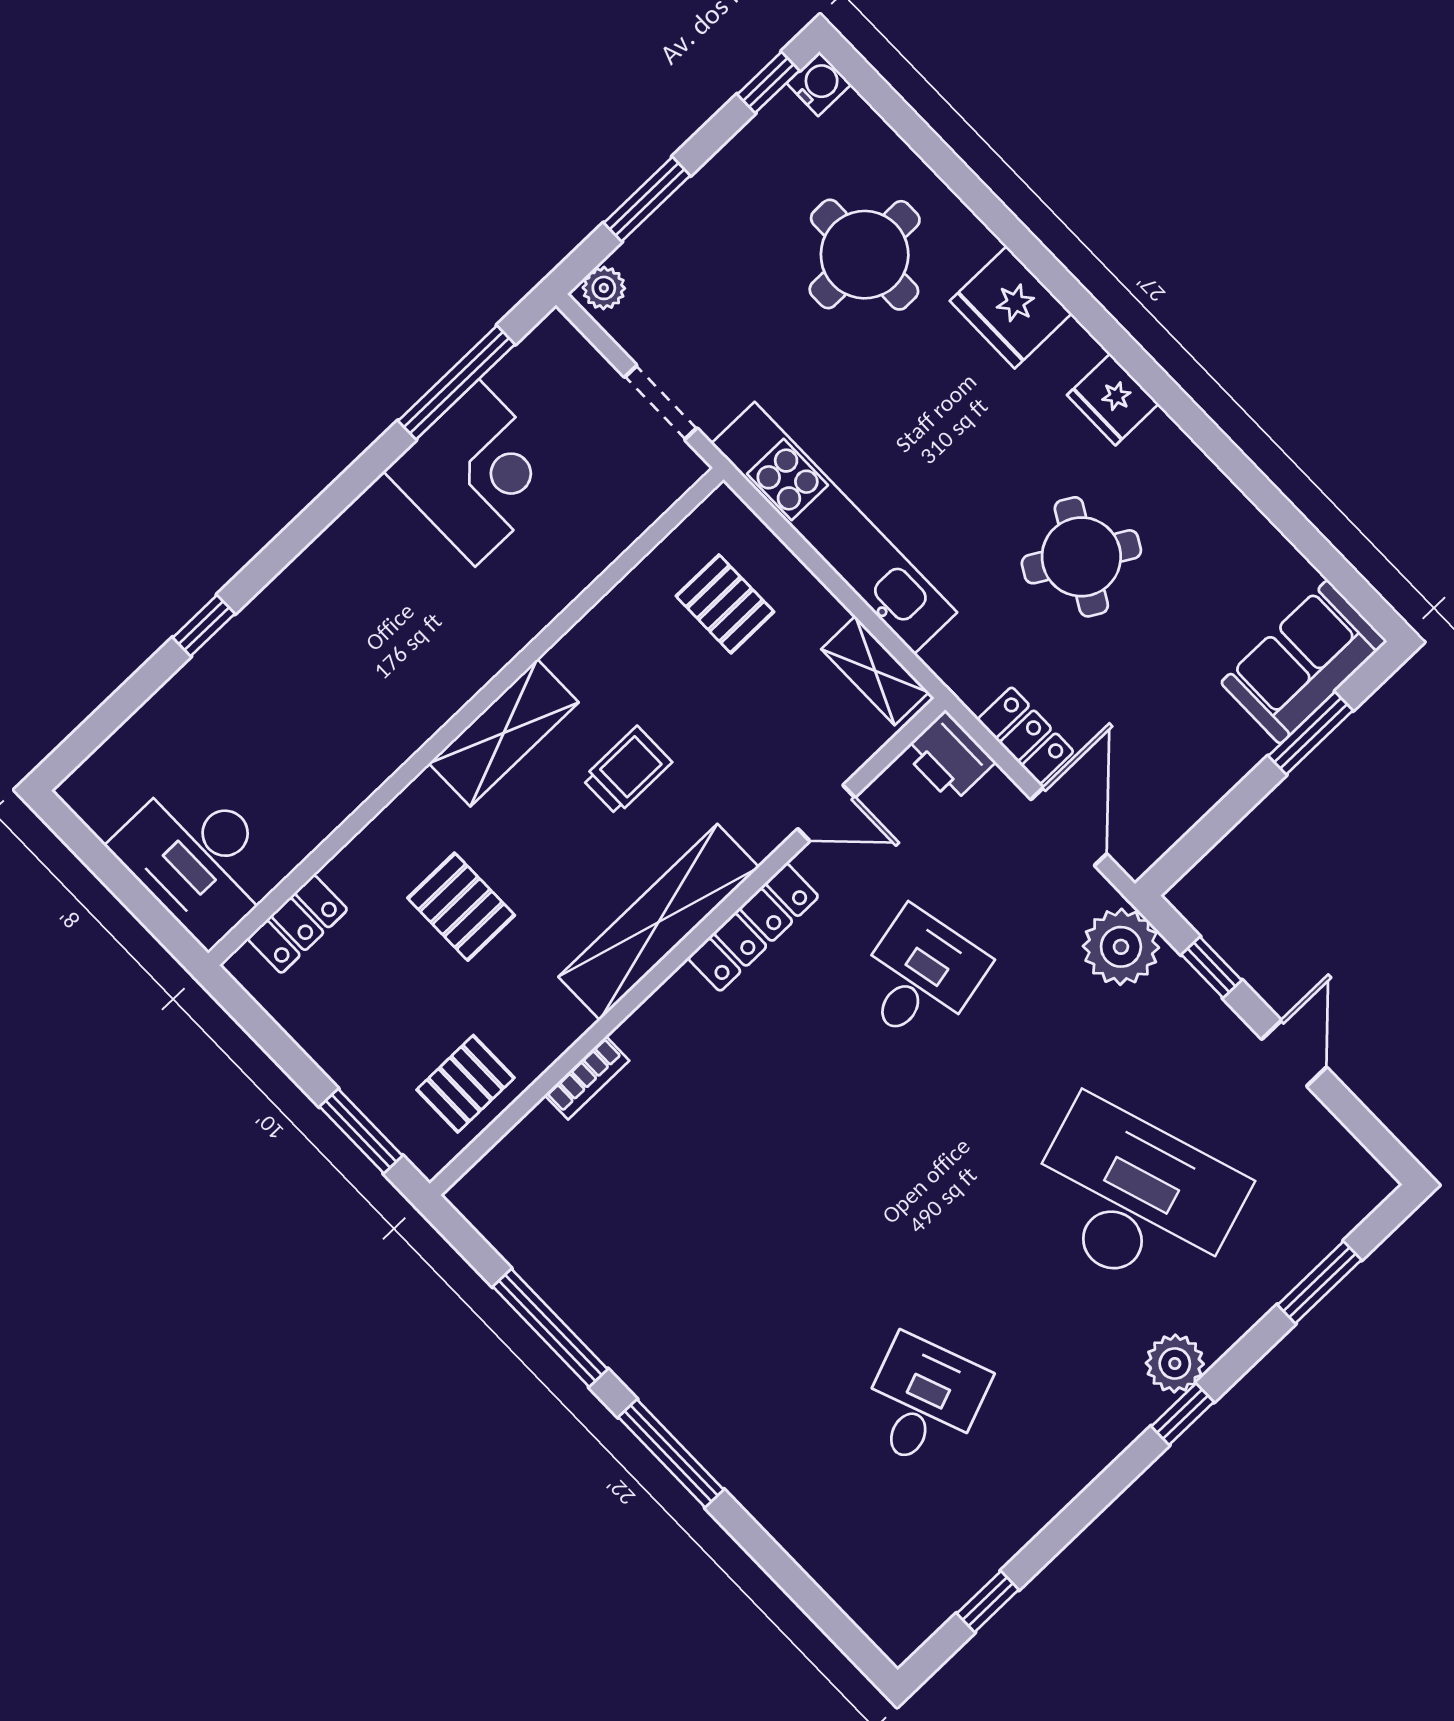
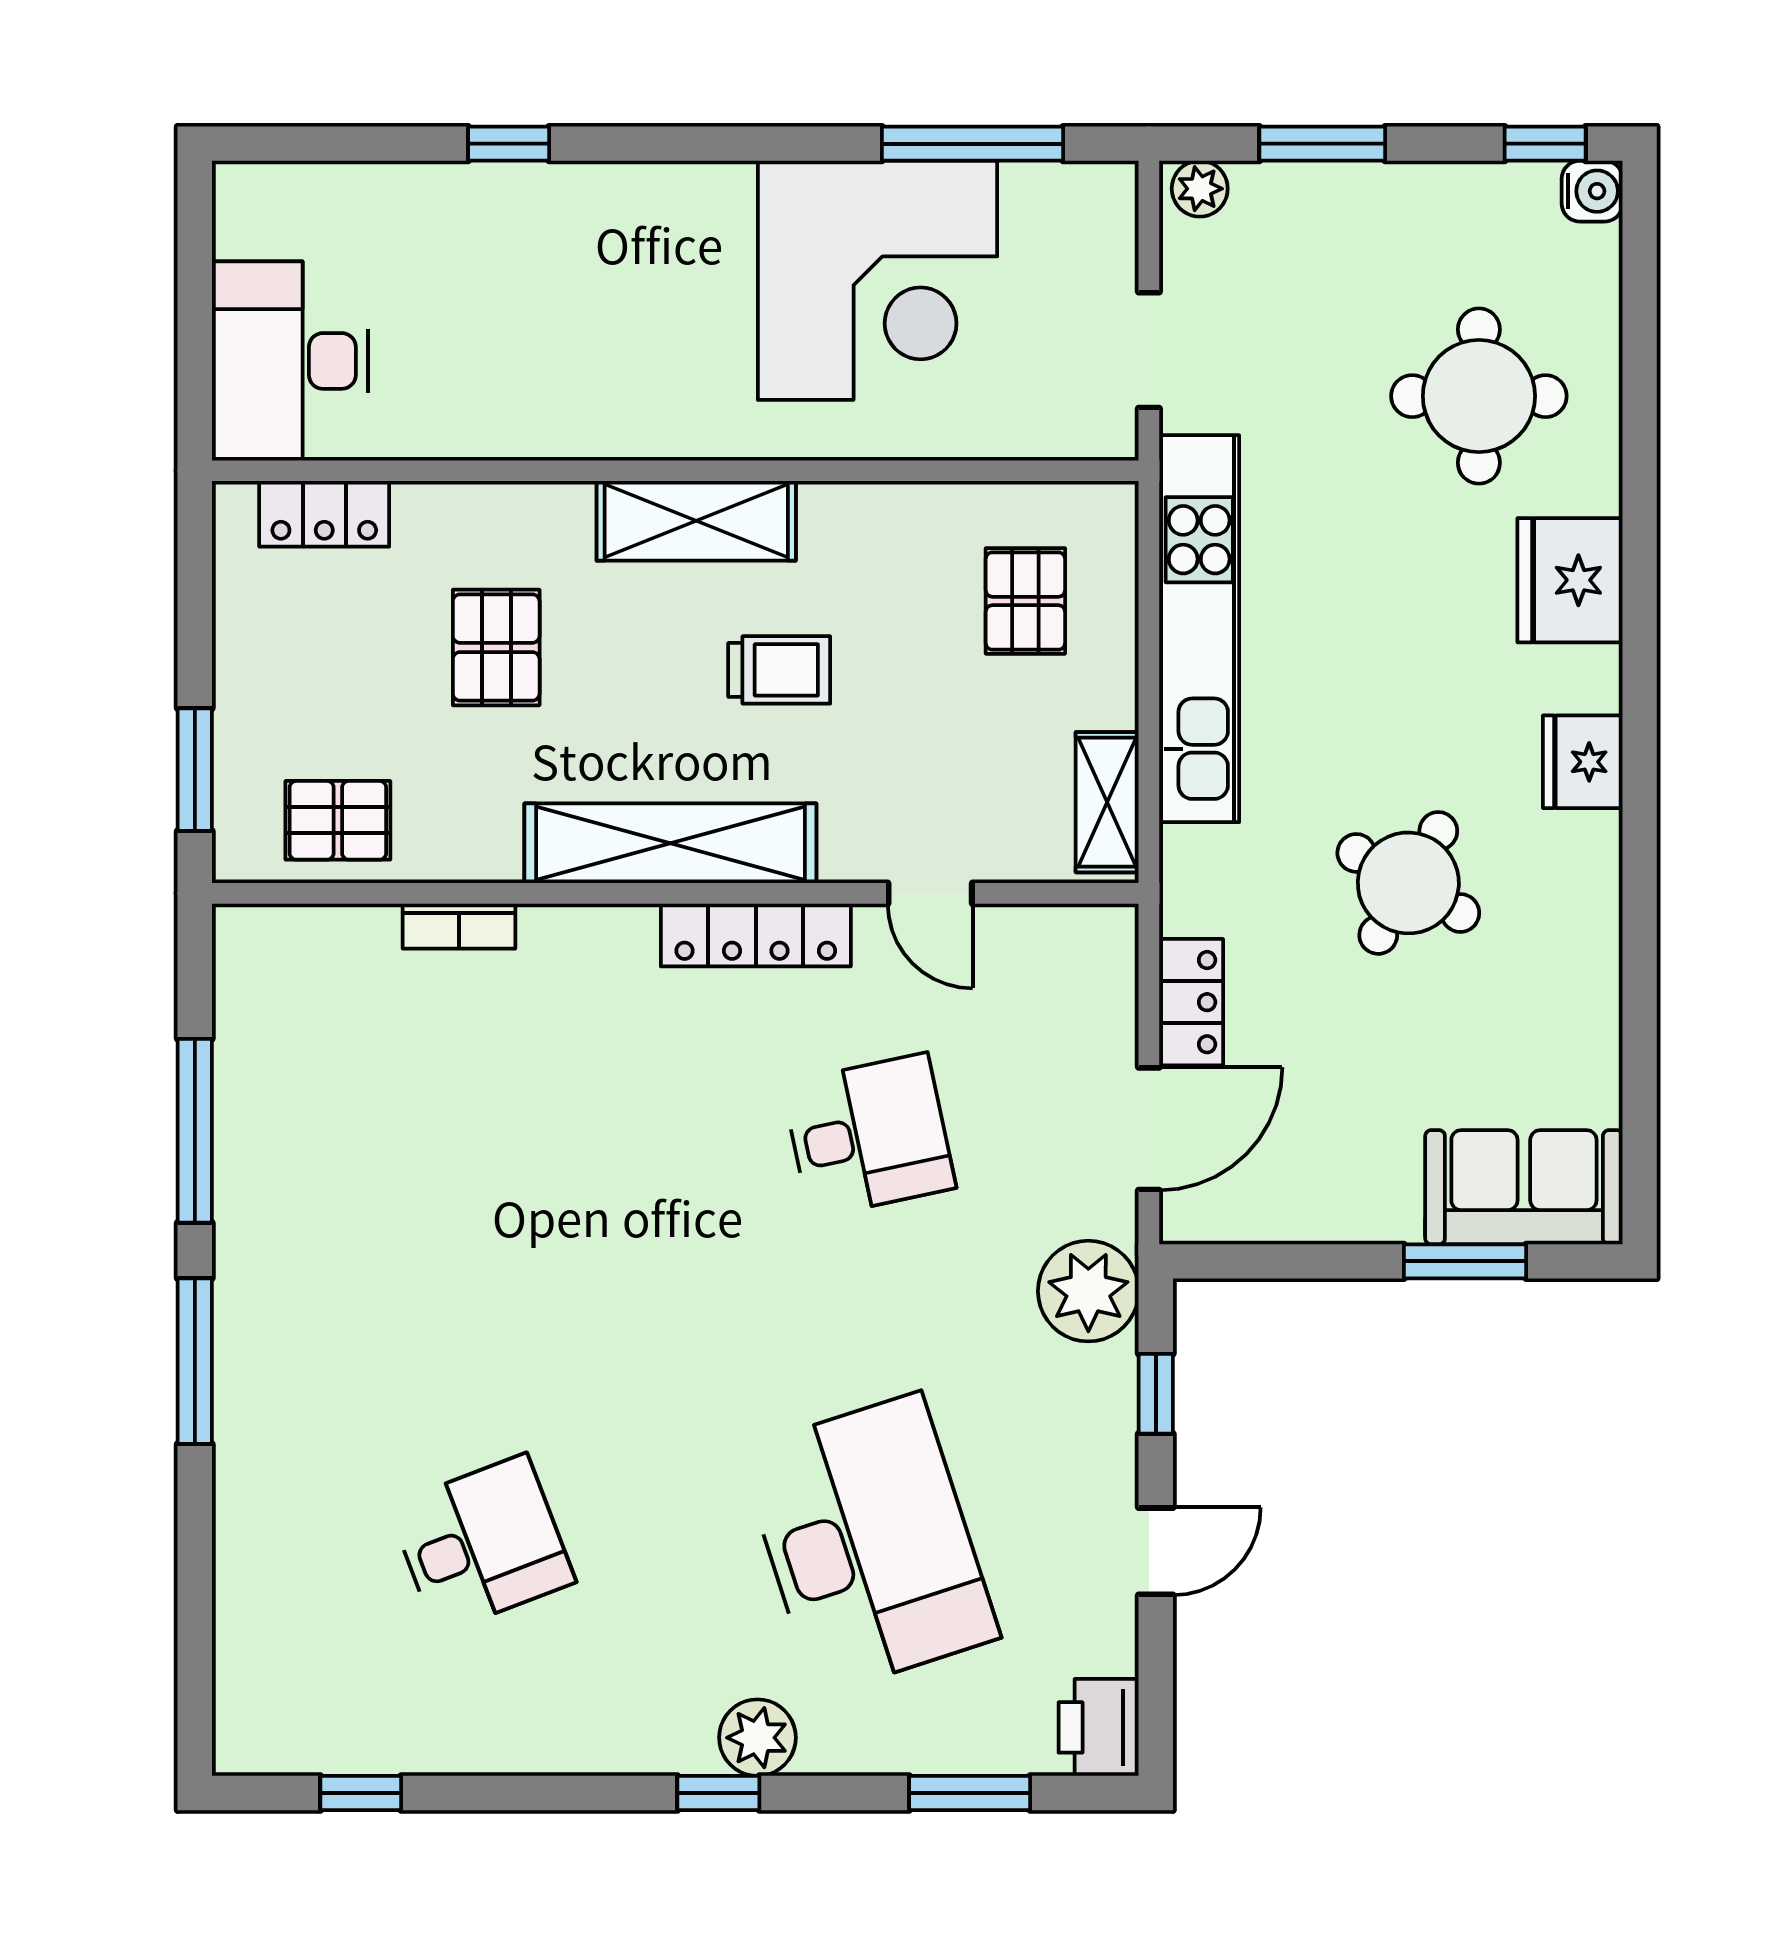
corner desk: (477, 473) -> (877, 280), width x1.36, depth x1.36
printer: (949, 757) -> (1099, 1727), moved

